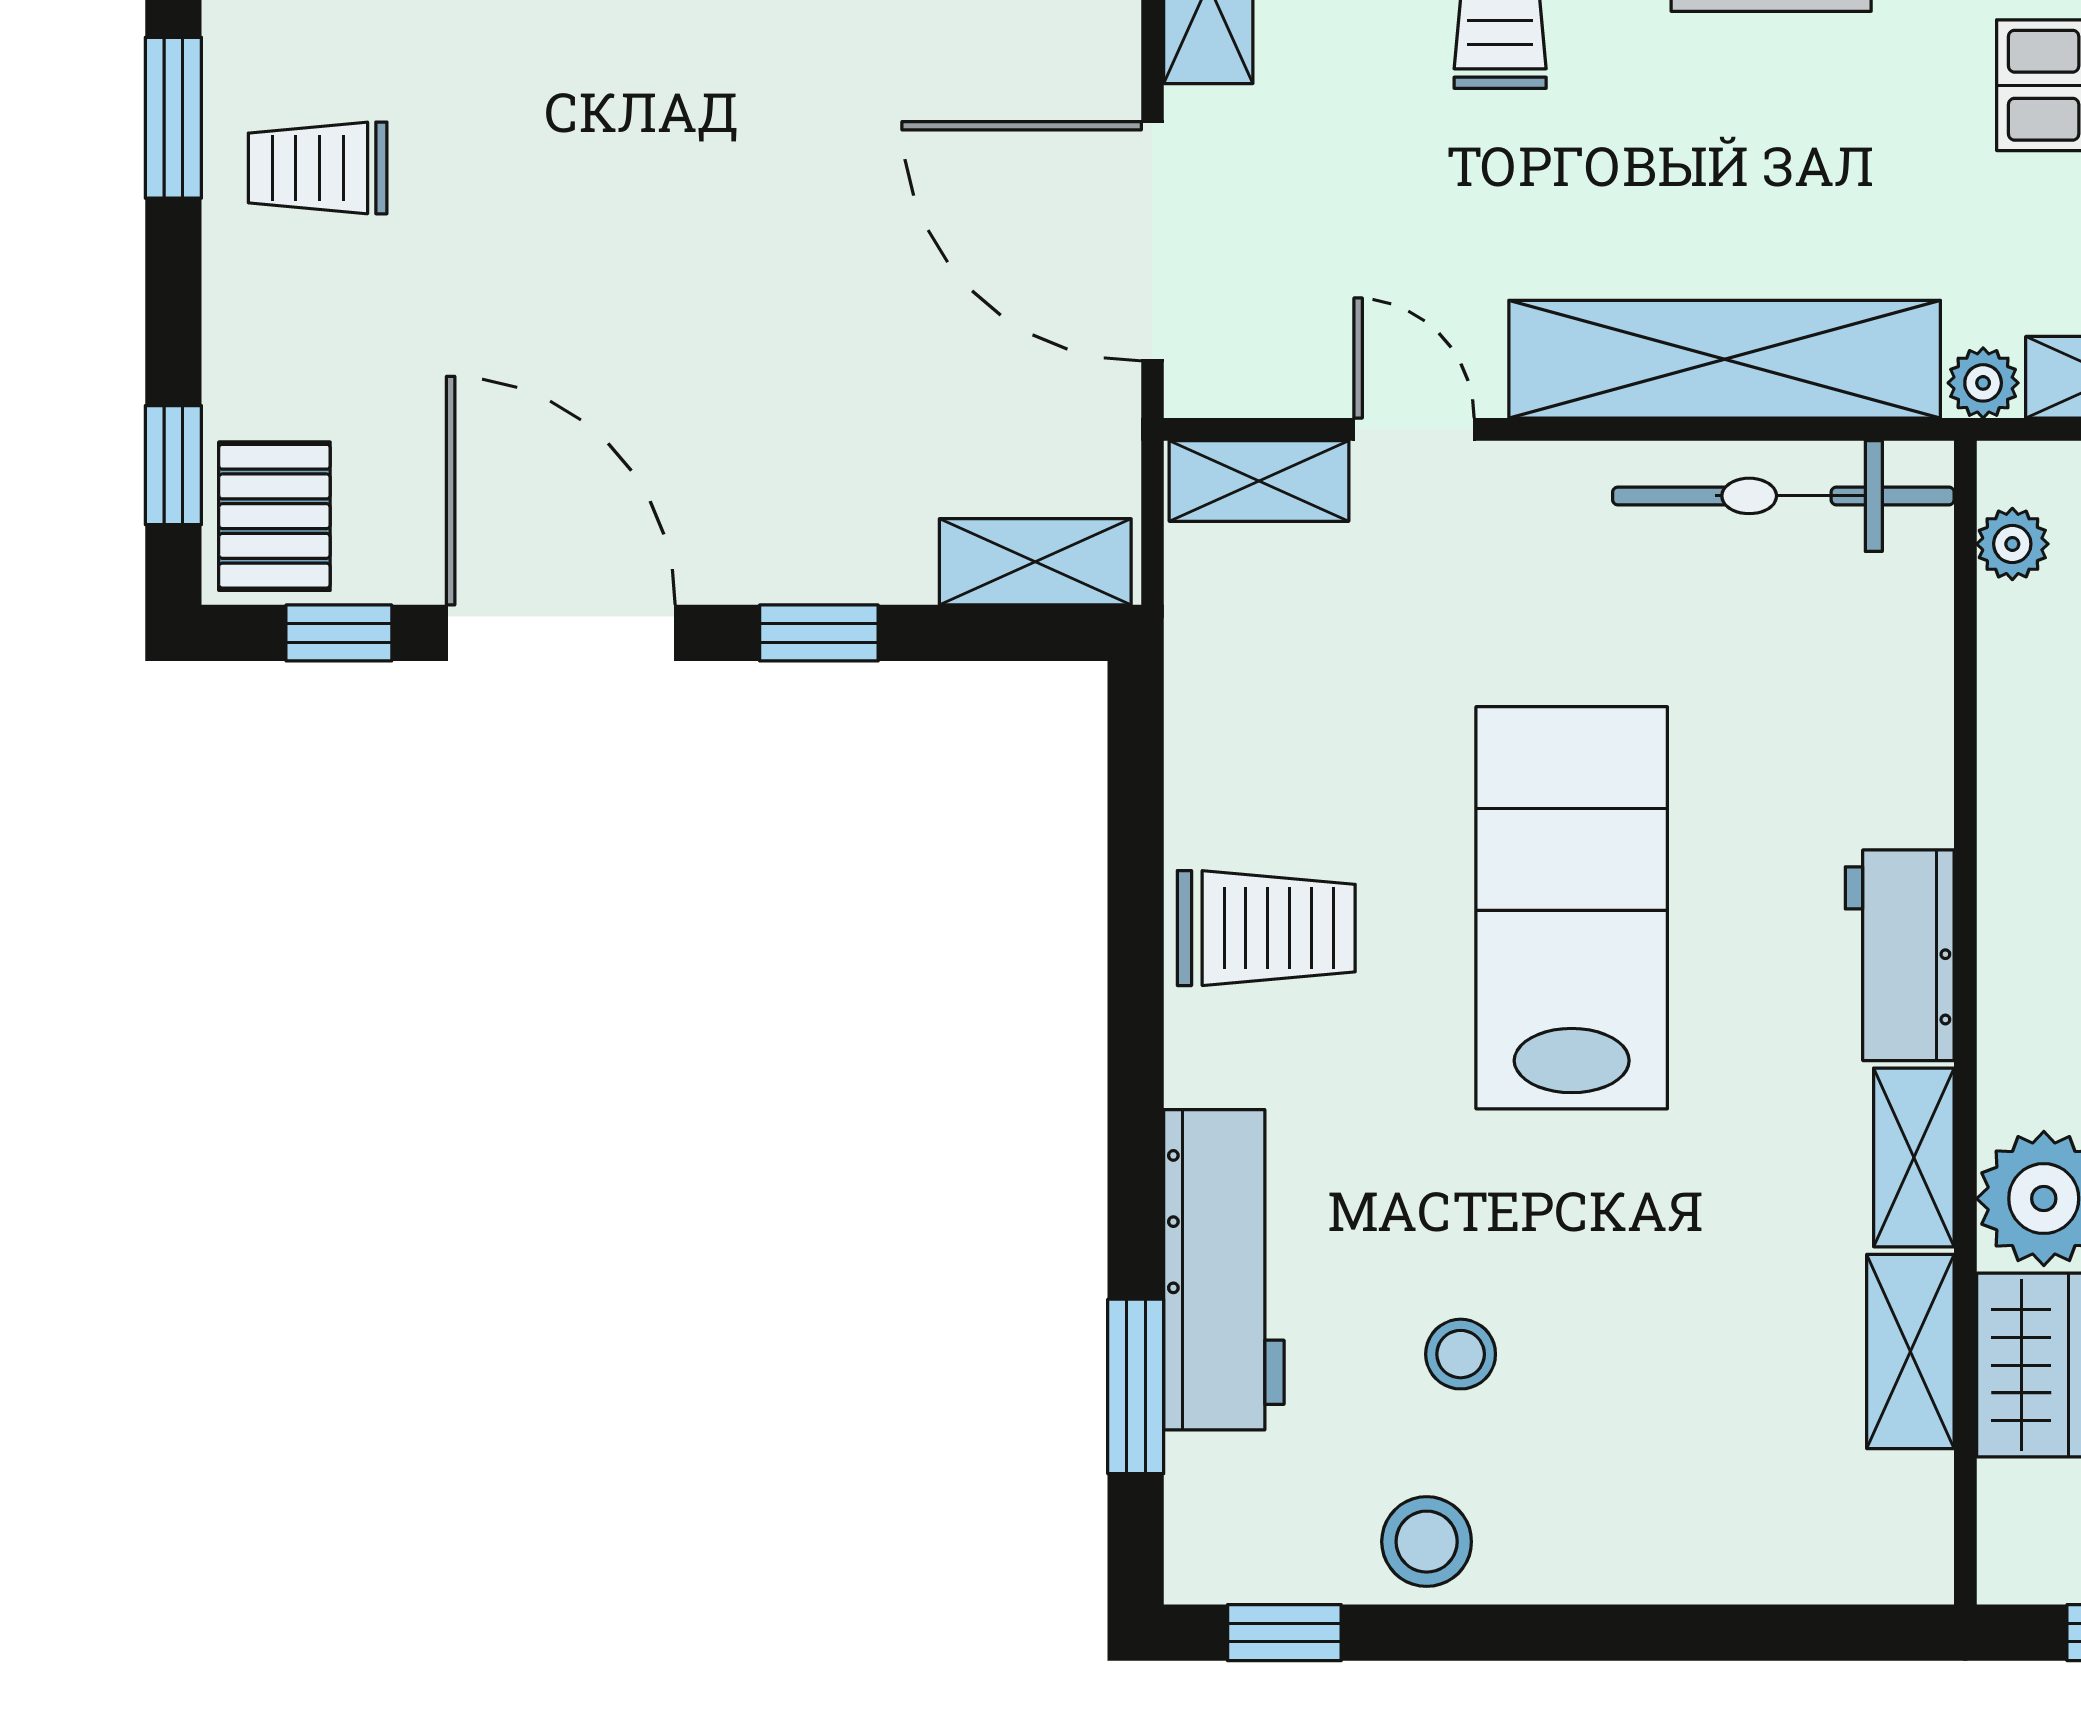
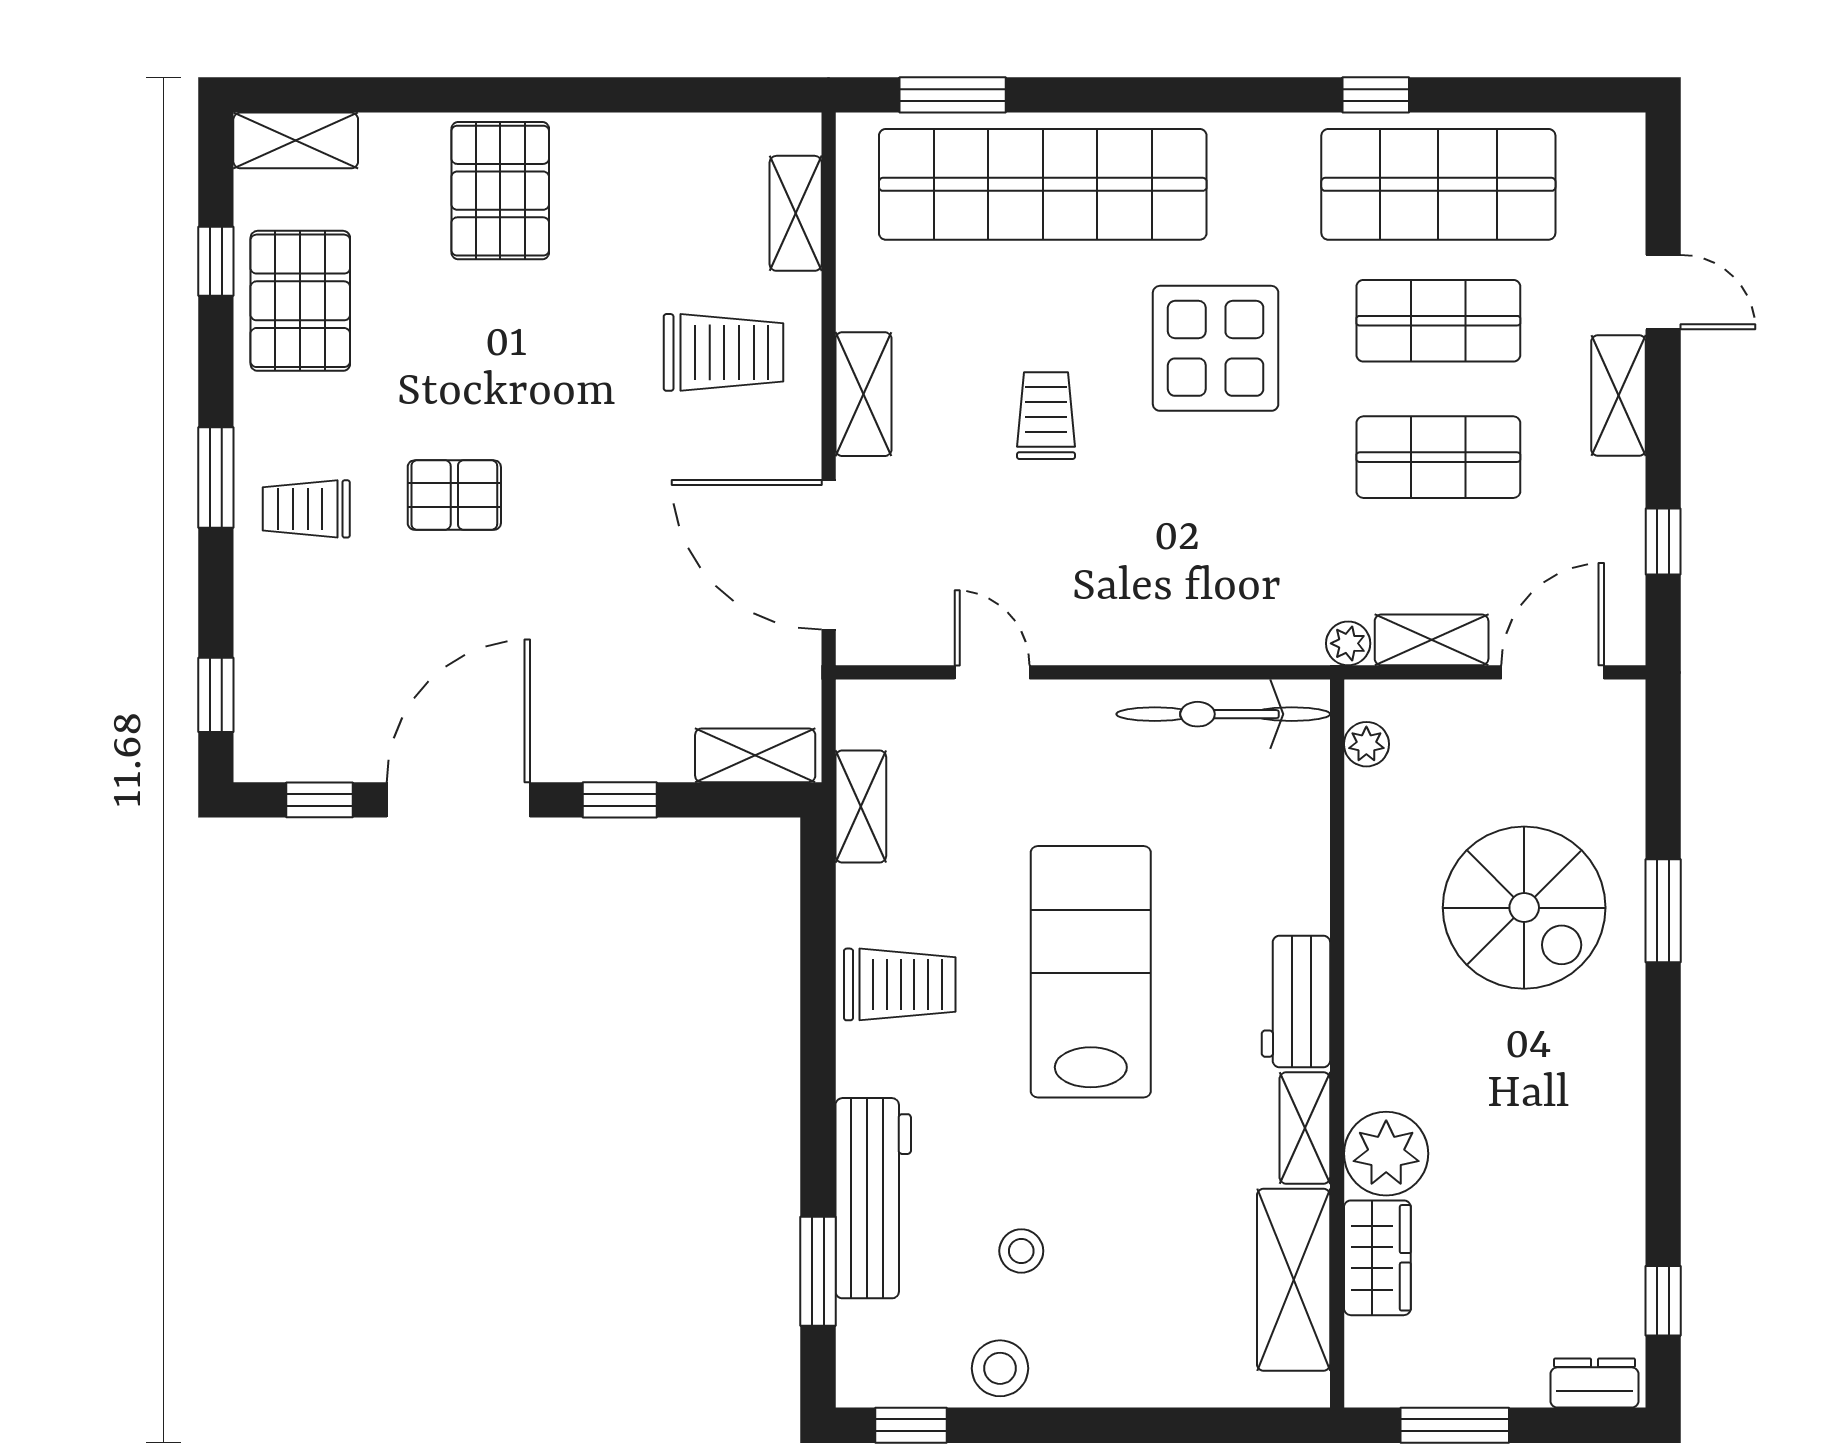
shelving: (1725, 359) -> (1186, 629), removed
shelving: (1259, 481) -> (861, 807), moved, turned 90
pallet: (274, 516) -> (454, 495), moved, turned 90
door: (561, 633) -> (458, 800), hinge flipped
shelving: (1910, 1352) -> (1294, 1280), width x1.50, depth x1.33

